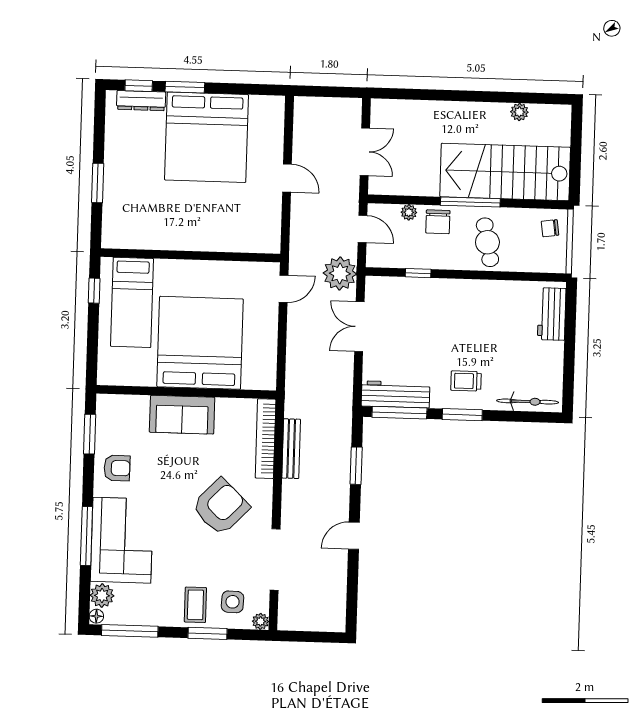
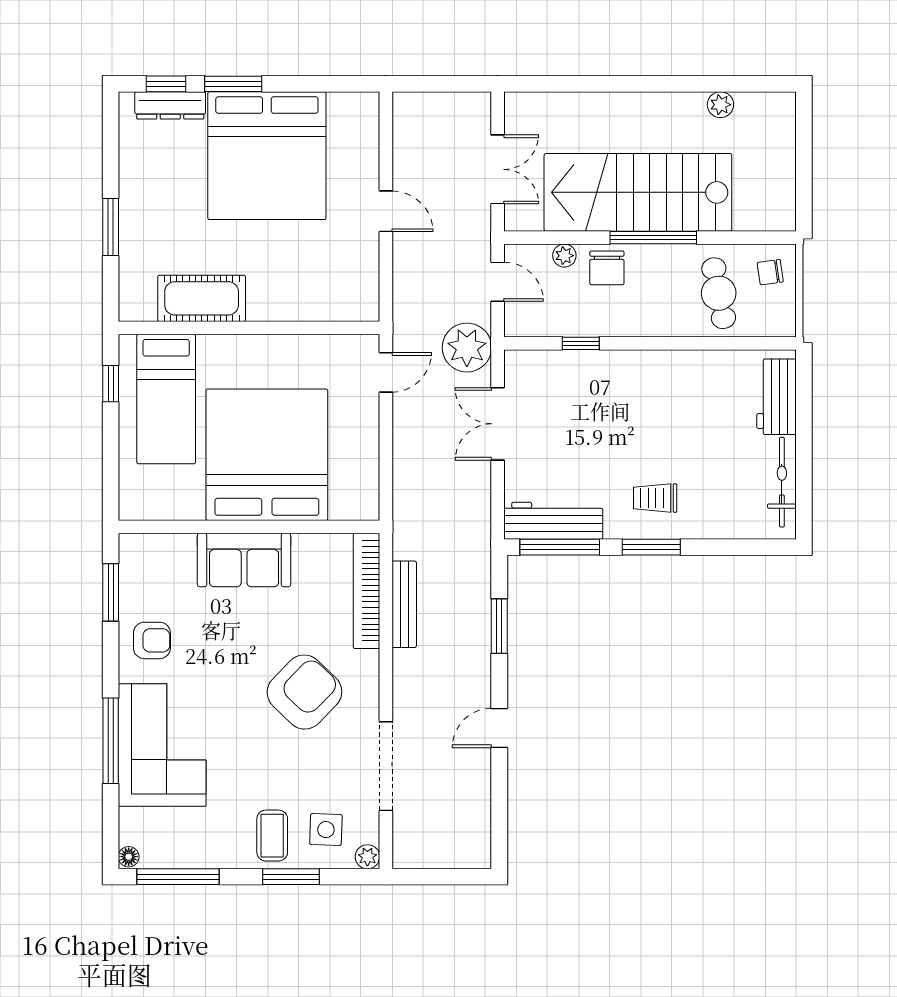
stairs: (505, 172) -> (638, 192), moved
cot: (158, 234) -> (202, 298), added
cafe table: (487, 242) -> (719, 293), moved
bicycle: (528, 402) -> (782, 482), moved, turned -90
plant: (102, 596) -> (136, 826), removed

